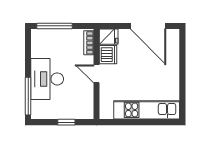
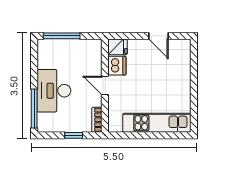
door: (148, 26) -> (158, 36), width x0.53
bookcase: (89, 43) -> (97, 120), moved

